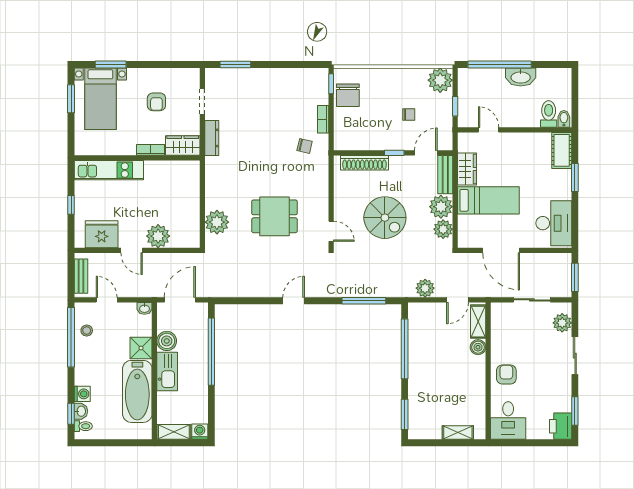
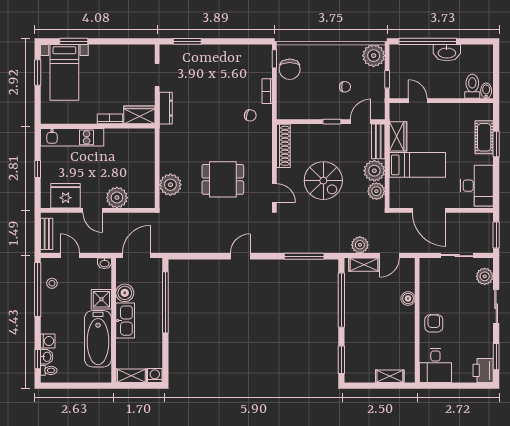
armchair: (156, 102) -> (115, 75), removed
cot: (562, 150) -> (484, 137), moved
shoe rack: (364, 163) -> (283, 146), moved, turned -90
shelving: (478, 322) -> (364, 265), moved, turned 90

